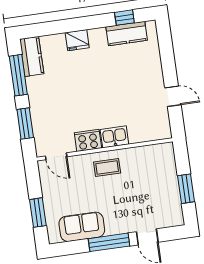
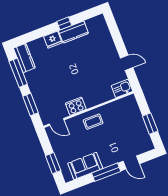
window: (124, 18) -> (64, 23), moved
kitchen counter: (127, 34) -> (73, 32), moved
kitchen sink: (114, 137) -> (122, 88), moved

